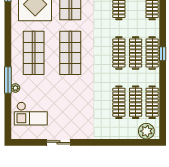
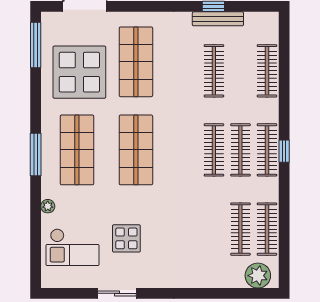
window: (8, 80) -> (36, 154), moved
clothes rail: (119, 102) -> (214, 229), removed
display table: (64, 108) -> (126, 238), added

